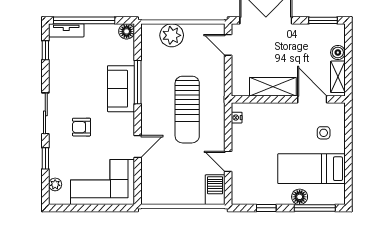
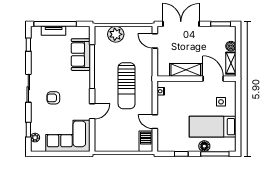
tv unit: (66, 30) -> (54, 31), moved
floor lamp: (127, 31) -> (85, 32), removed
window: (138, 82) -> (92, 67), width x1.46
sofa: (121, 89) -> (81, 55), moved
window: (45, 158) -> (28, 130), moved

